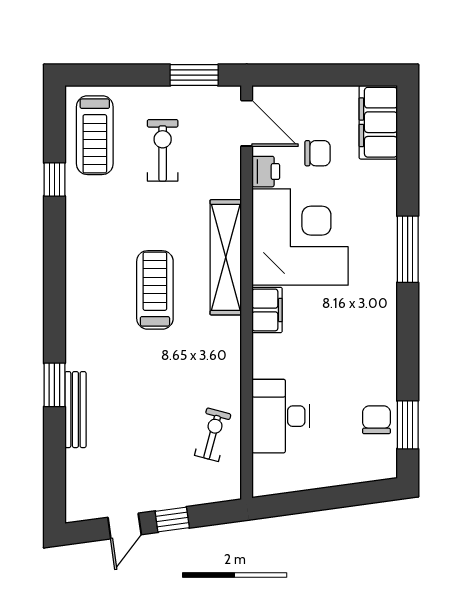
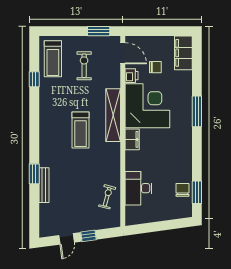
treadmill: (155, 290) -> (81, 130), turned 180

